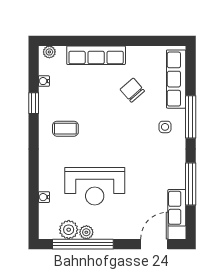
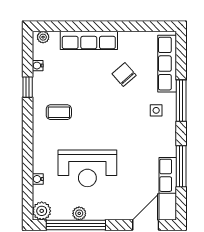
row of seats: (177, 208) -> (168, 175), moved
plant: (69, 230) -> (42, 211), moved

